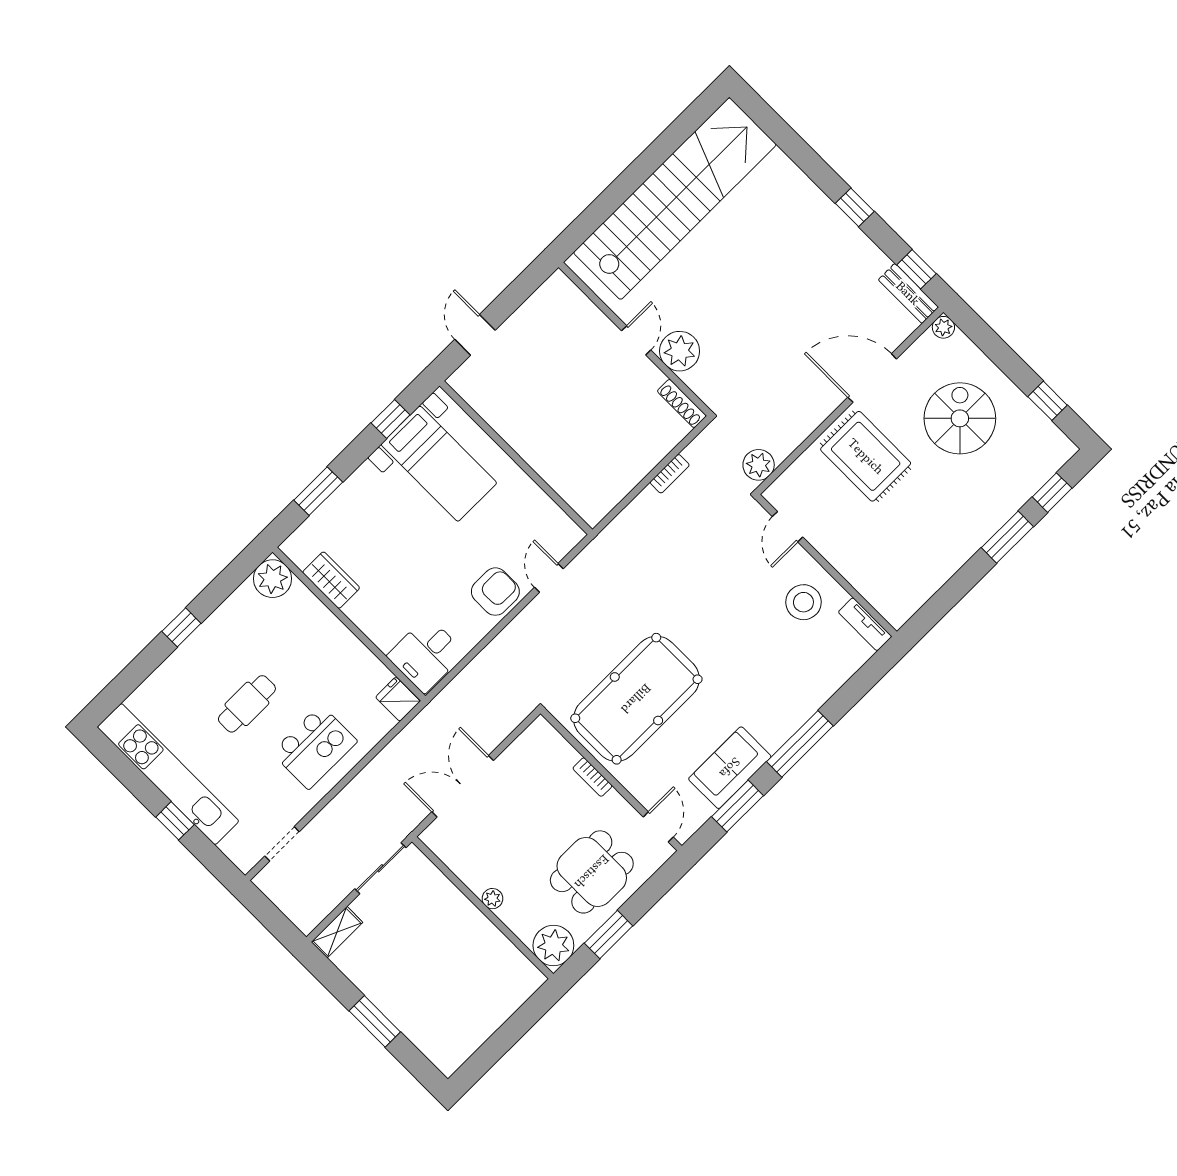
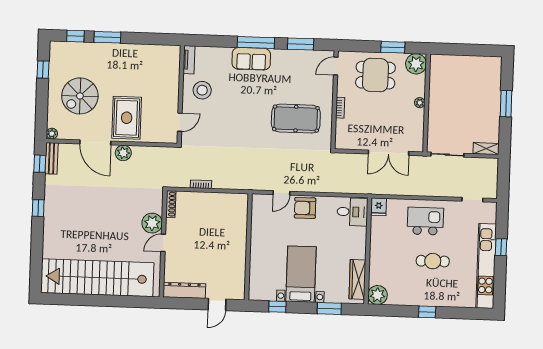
dresser: (540, 307) -> (184, 290), added
bed with nightstands: (439, 464) -> (301, 274), moved
plant: (759, 465) -> (123, 153), moved
wardrobe: (331, 580) -> (357, 279), width x1.50
pool table: (636, 699) -> (296, 119), width x0.73, depth x0.76
sofa: (730, 768) -> (251, 59), moved

